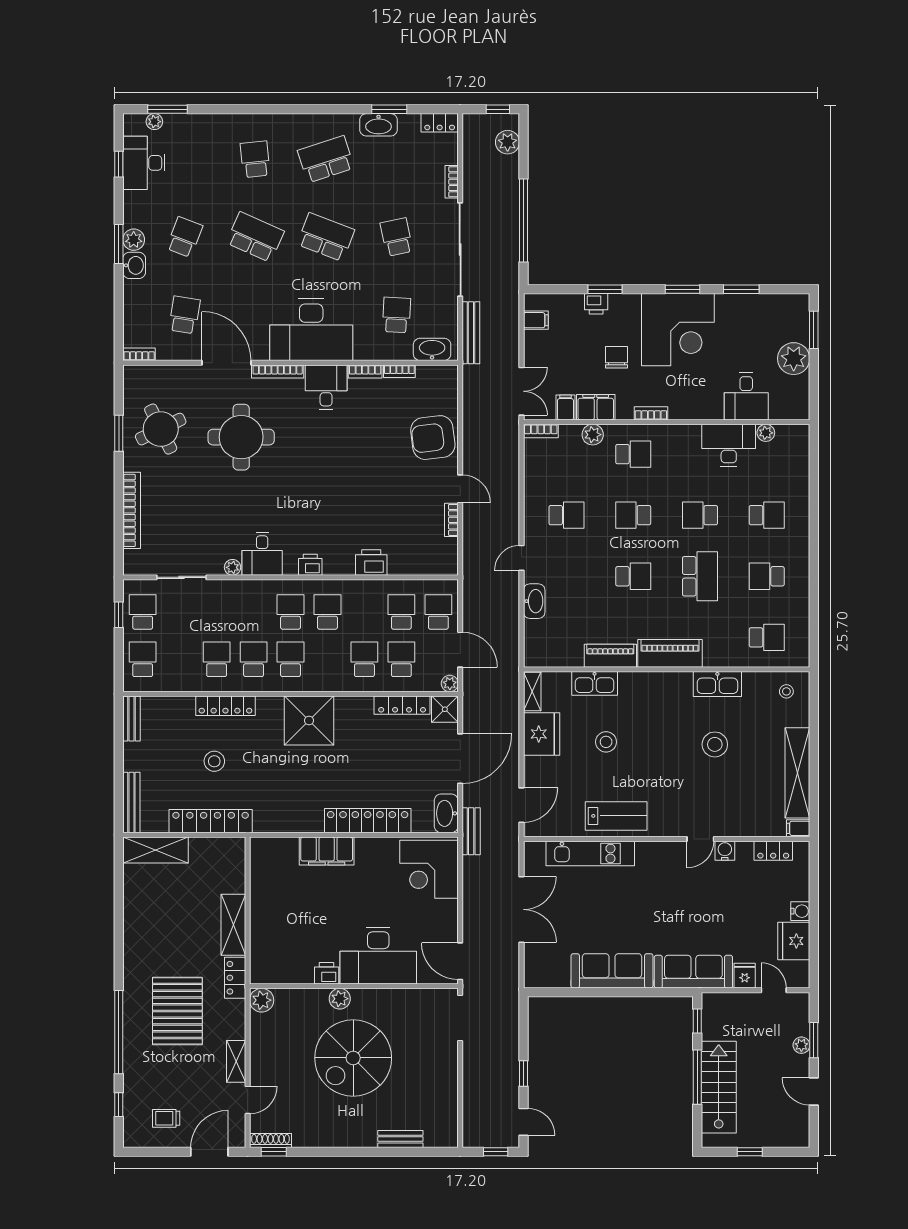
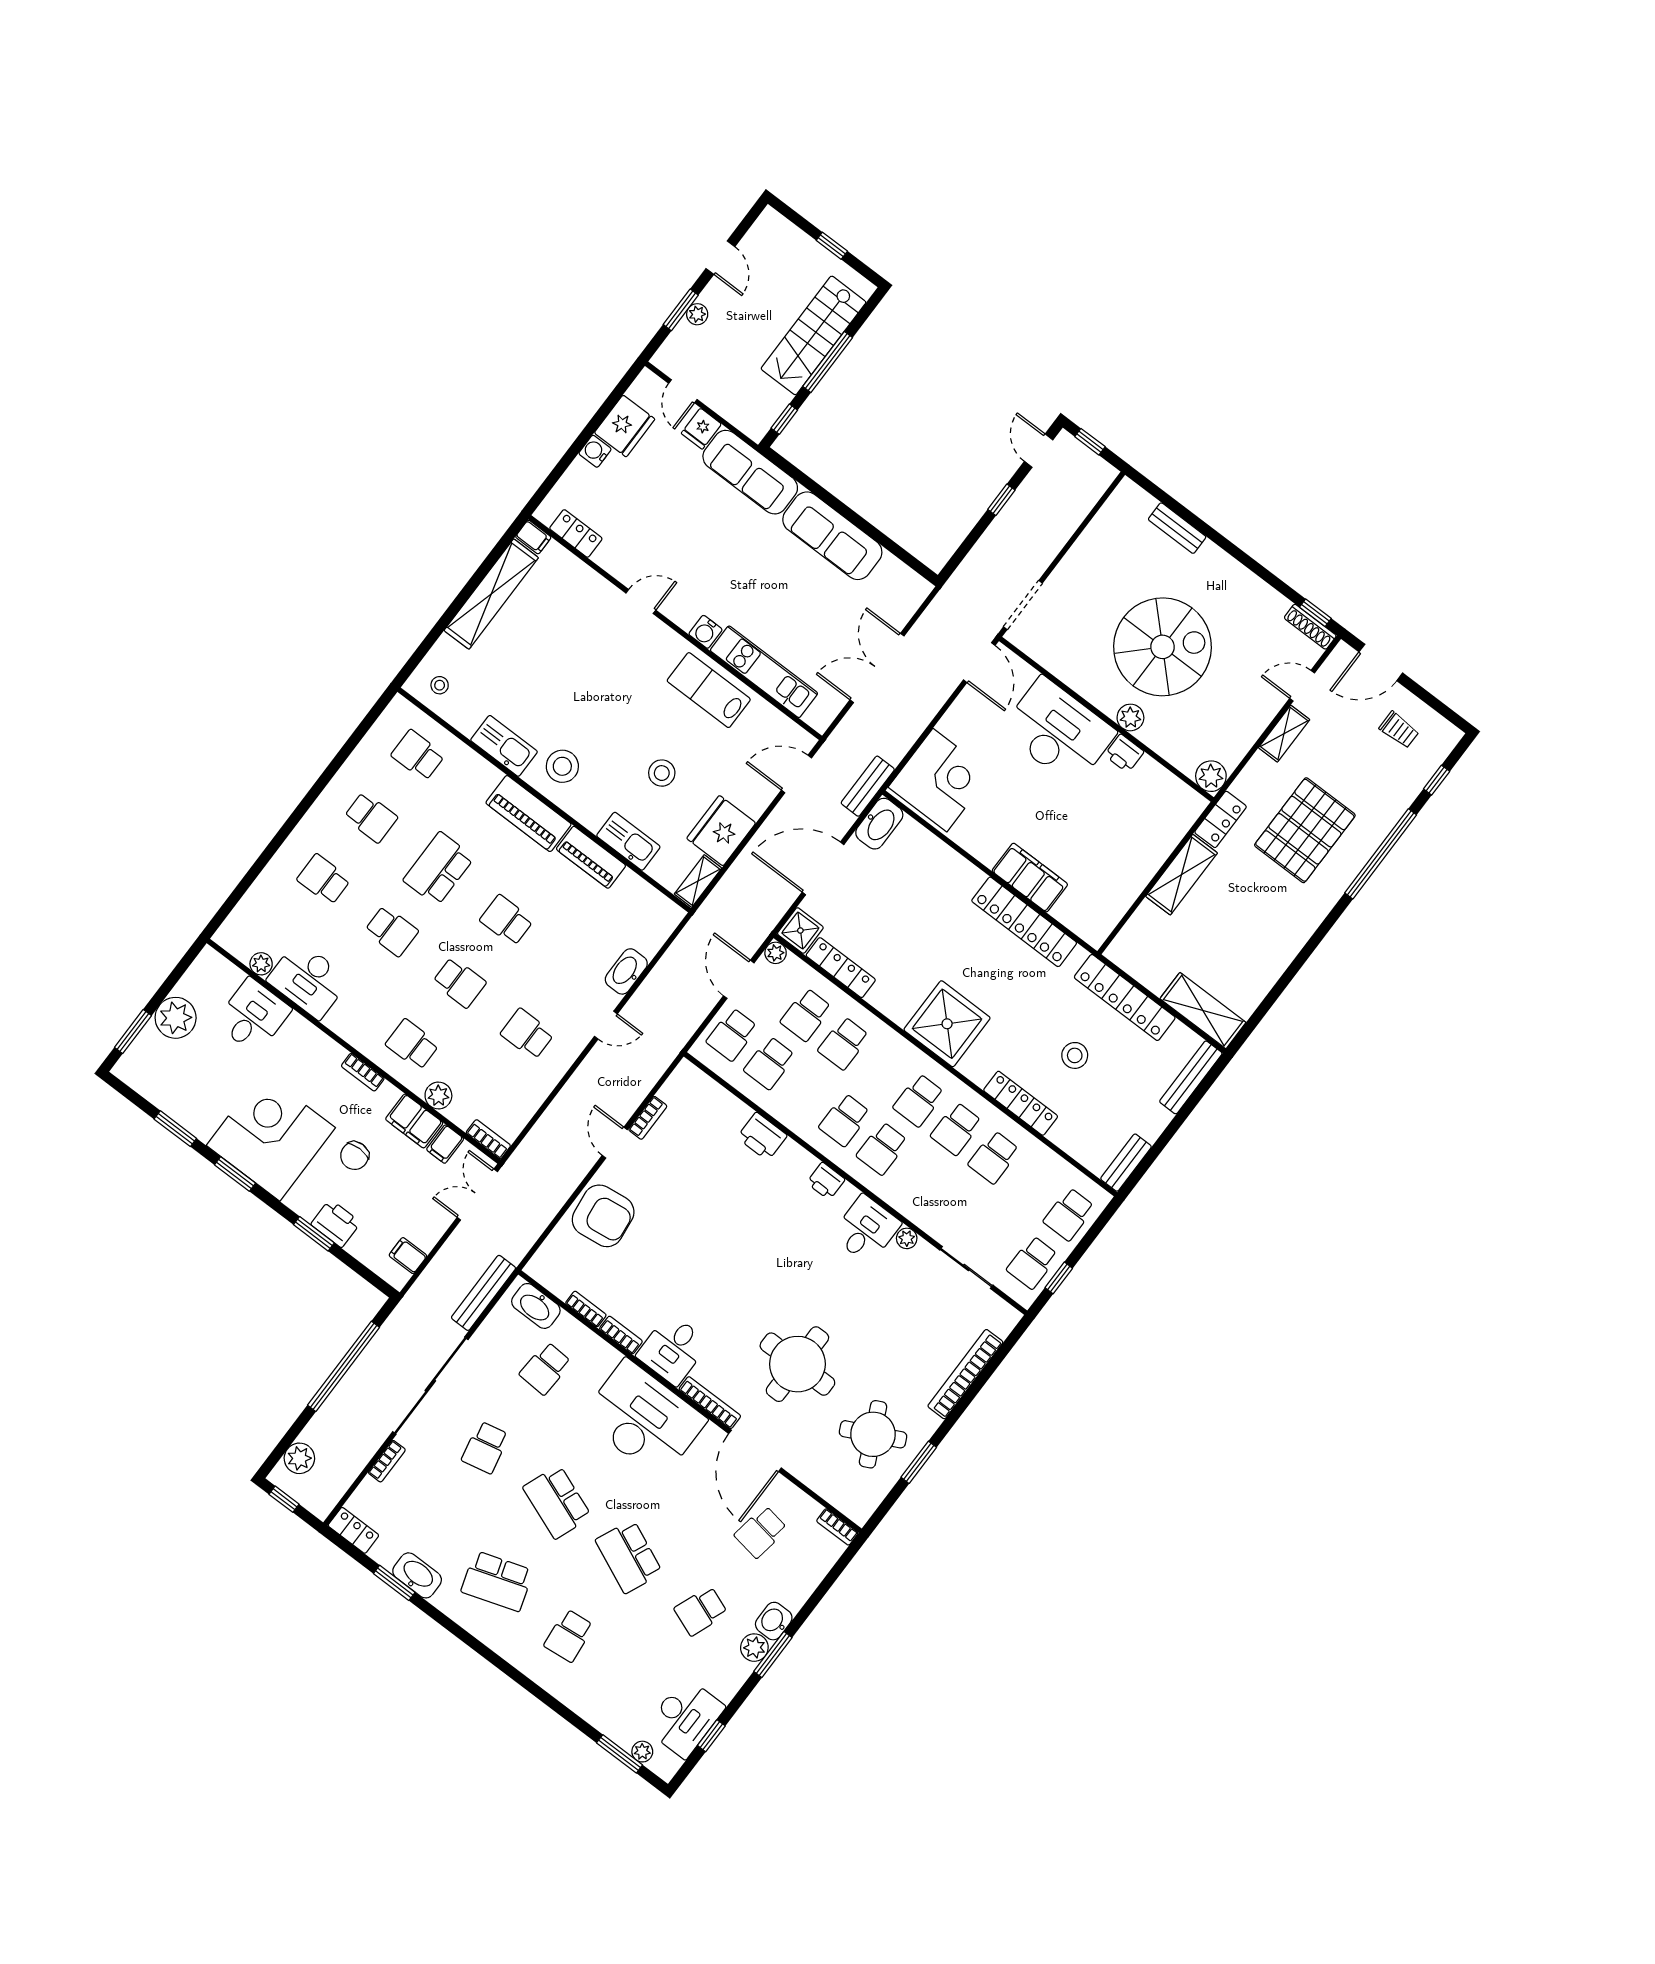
printer: (596, 304) -> (336, 1223), width x1.36, depth x1.24
stool: (715, 744) -> (562, 766), moved
locker: (368, 821) -> (1024, 922), moved
water cooler: (725, 851) -> (706, 632), moved

